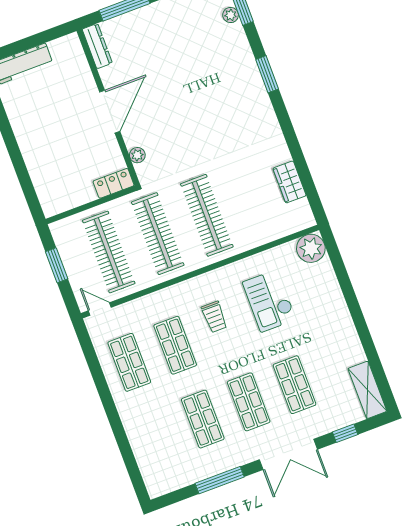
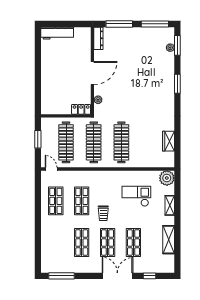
shelving: (334, 295) -> (170, 205), added
checkout: (269, 301) -> (136, 196), turned 90
trolley: (214, 317) -> (103, 213), moved
shelving: (367, 390) -> (169, 240), moved
double door: (288, 454) -> (117, 276), swing flipped
window: (220, 480) -> (62, 276), moved

